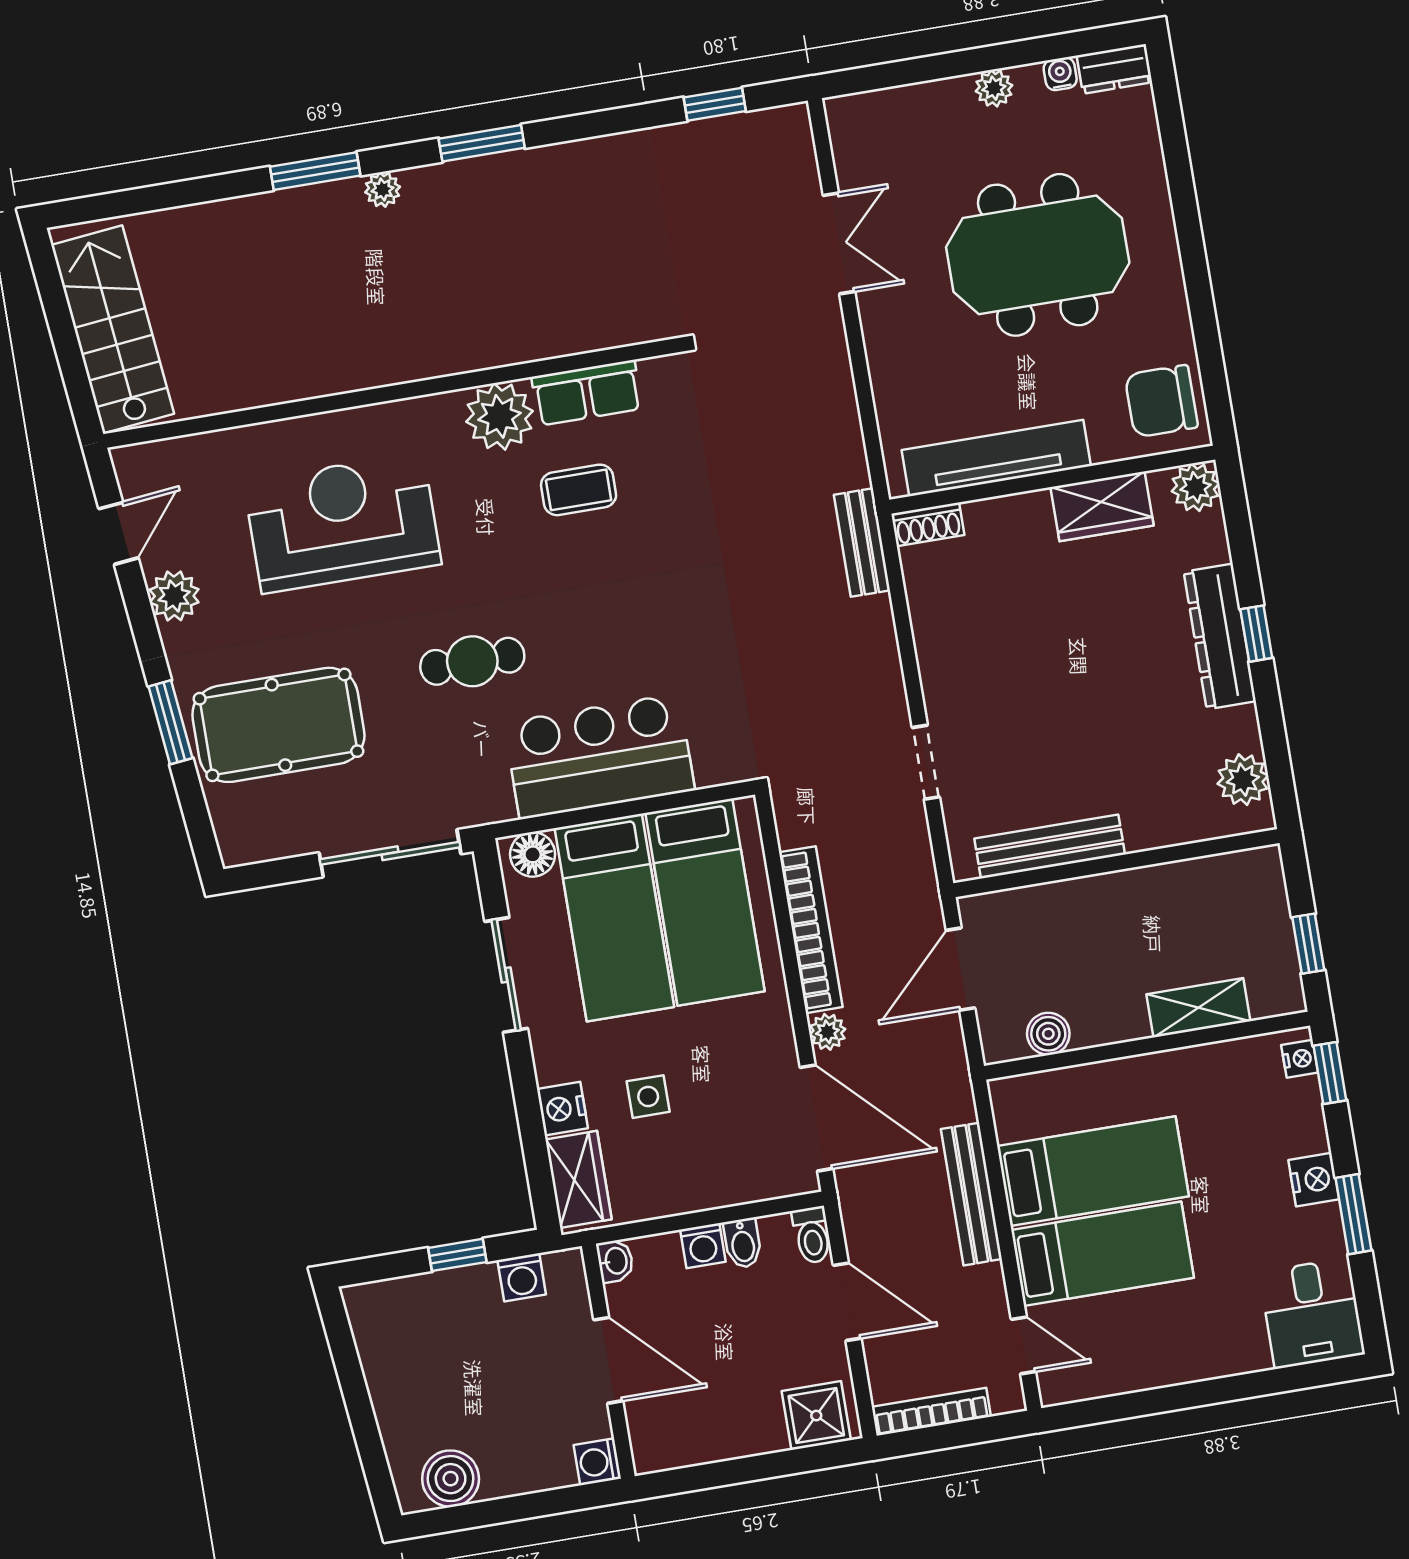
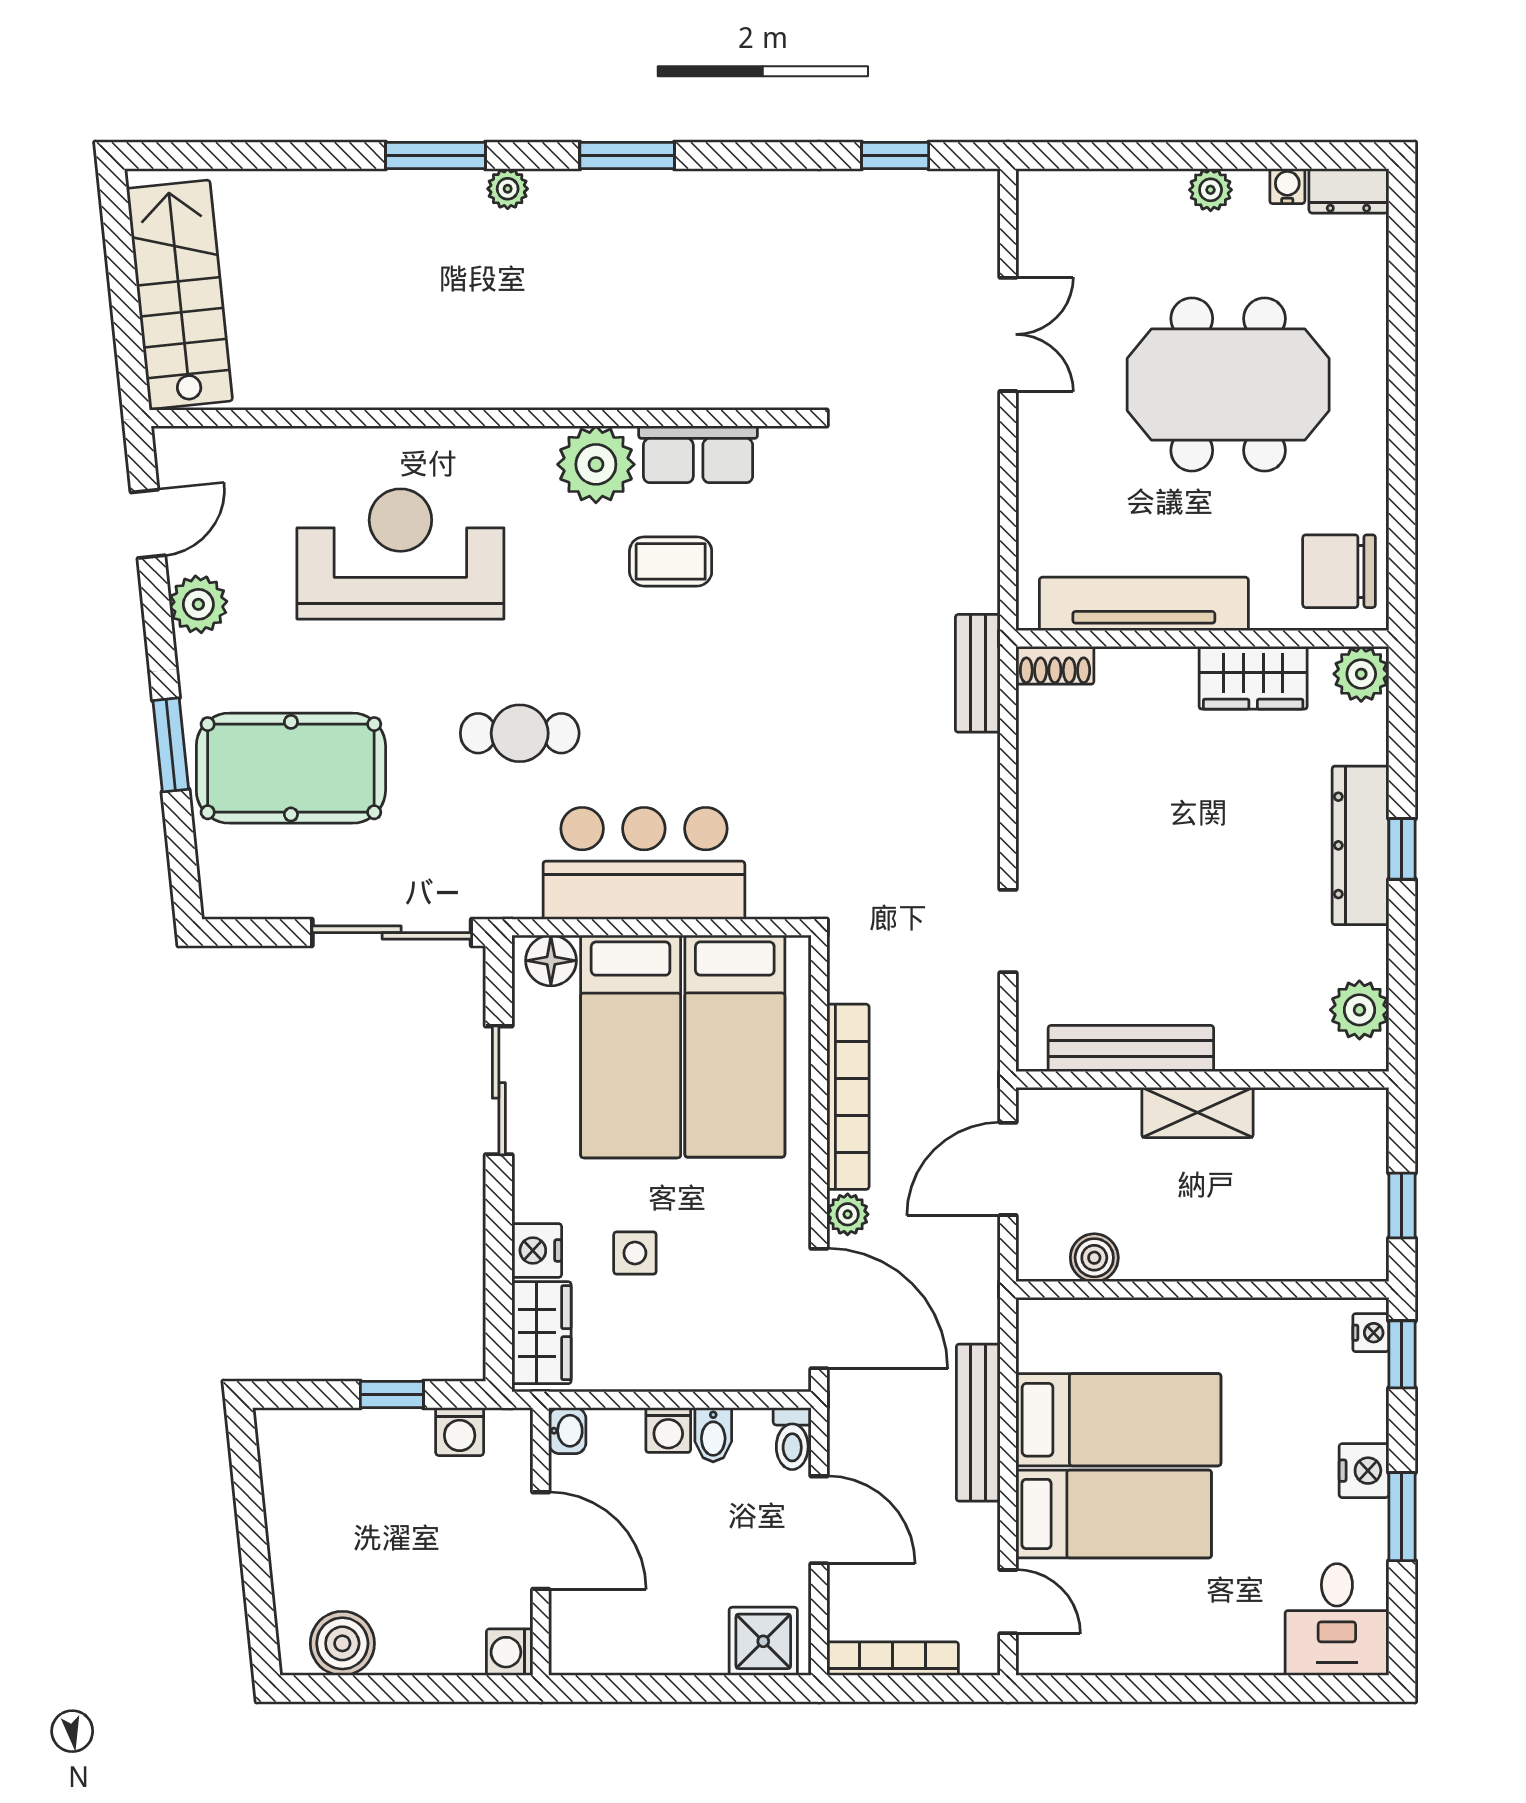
shelving: (1198, 1008) -> (1197, 1112), moved

